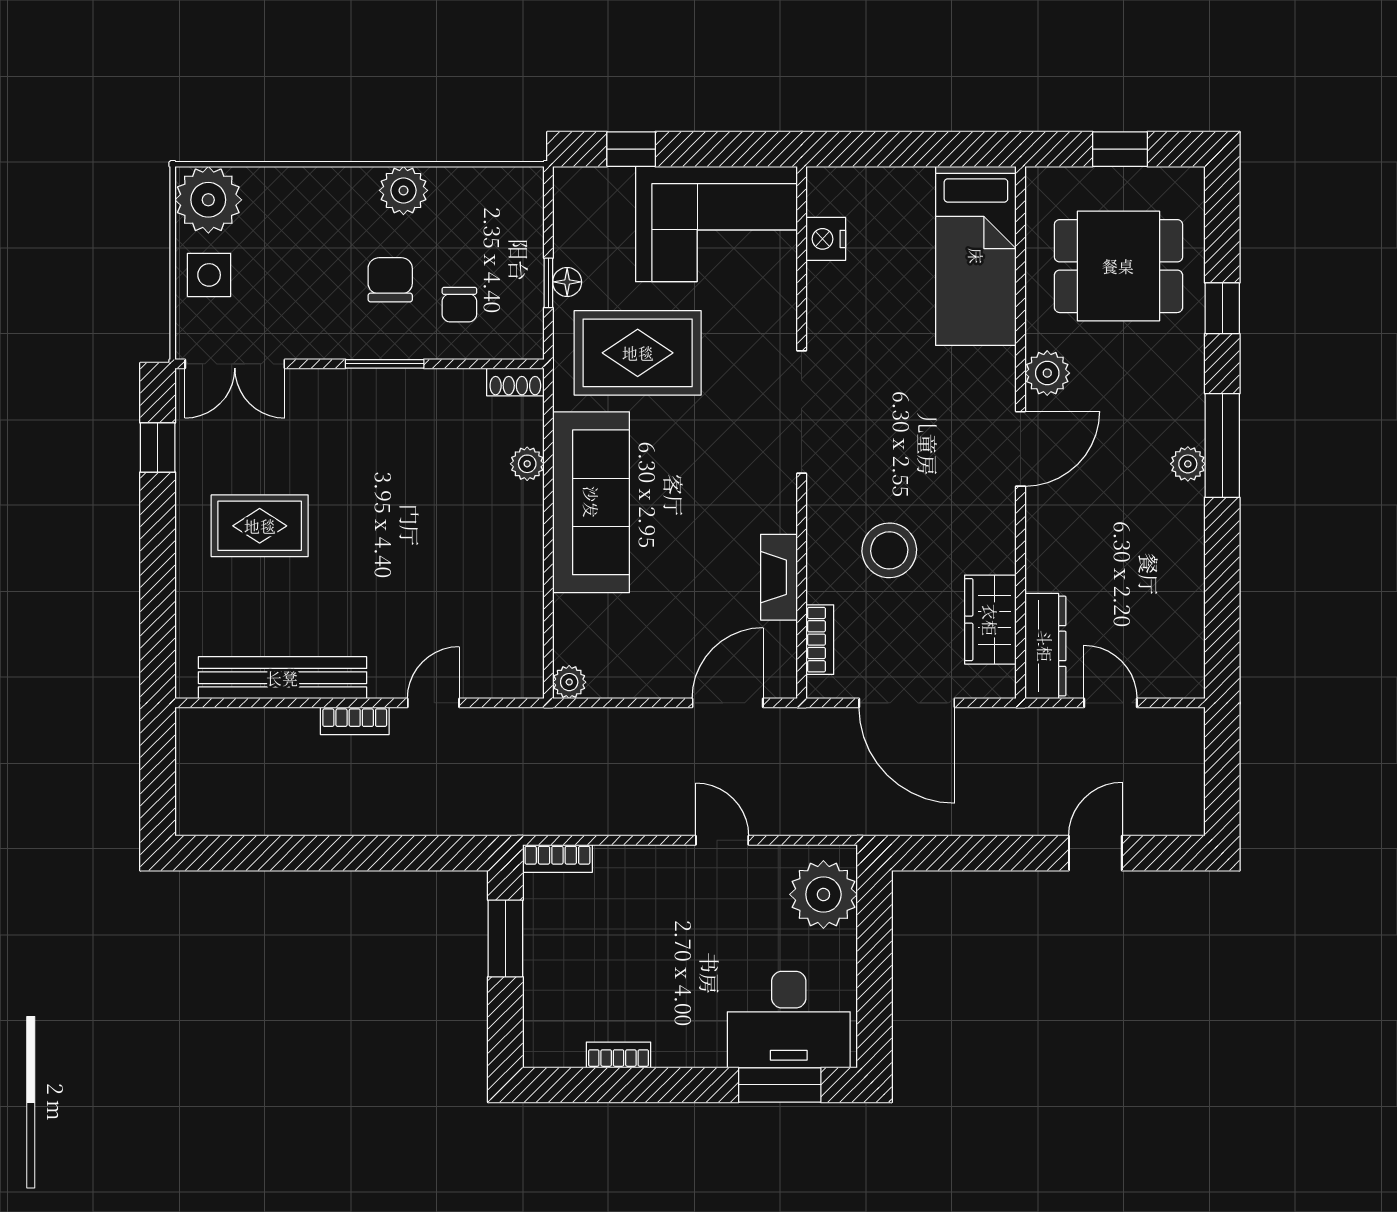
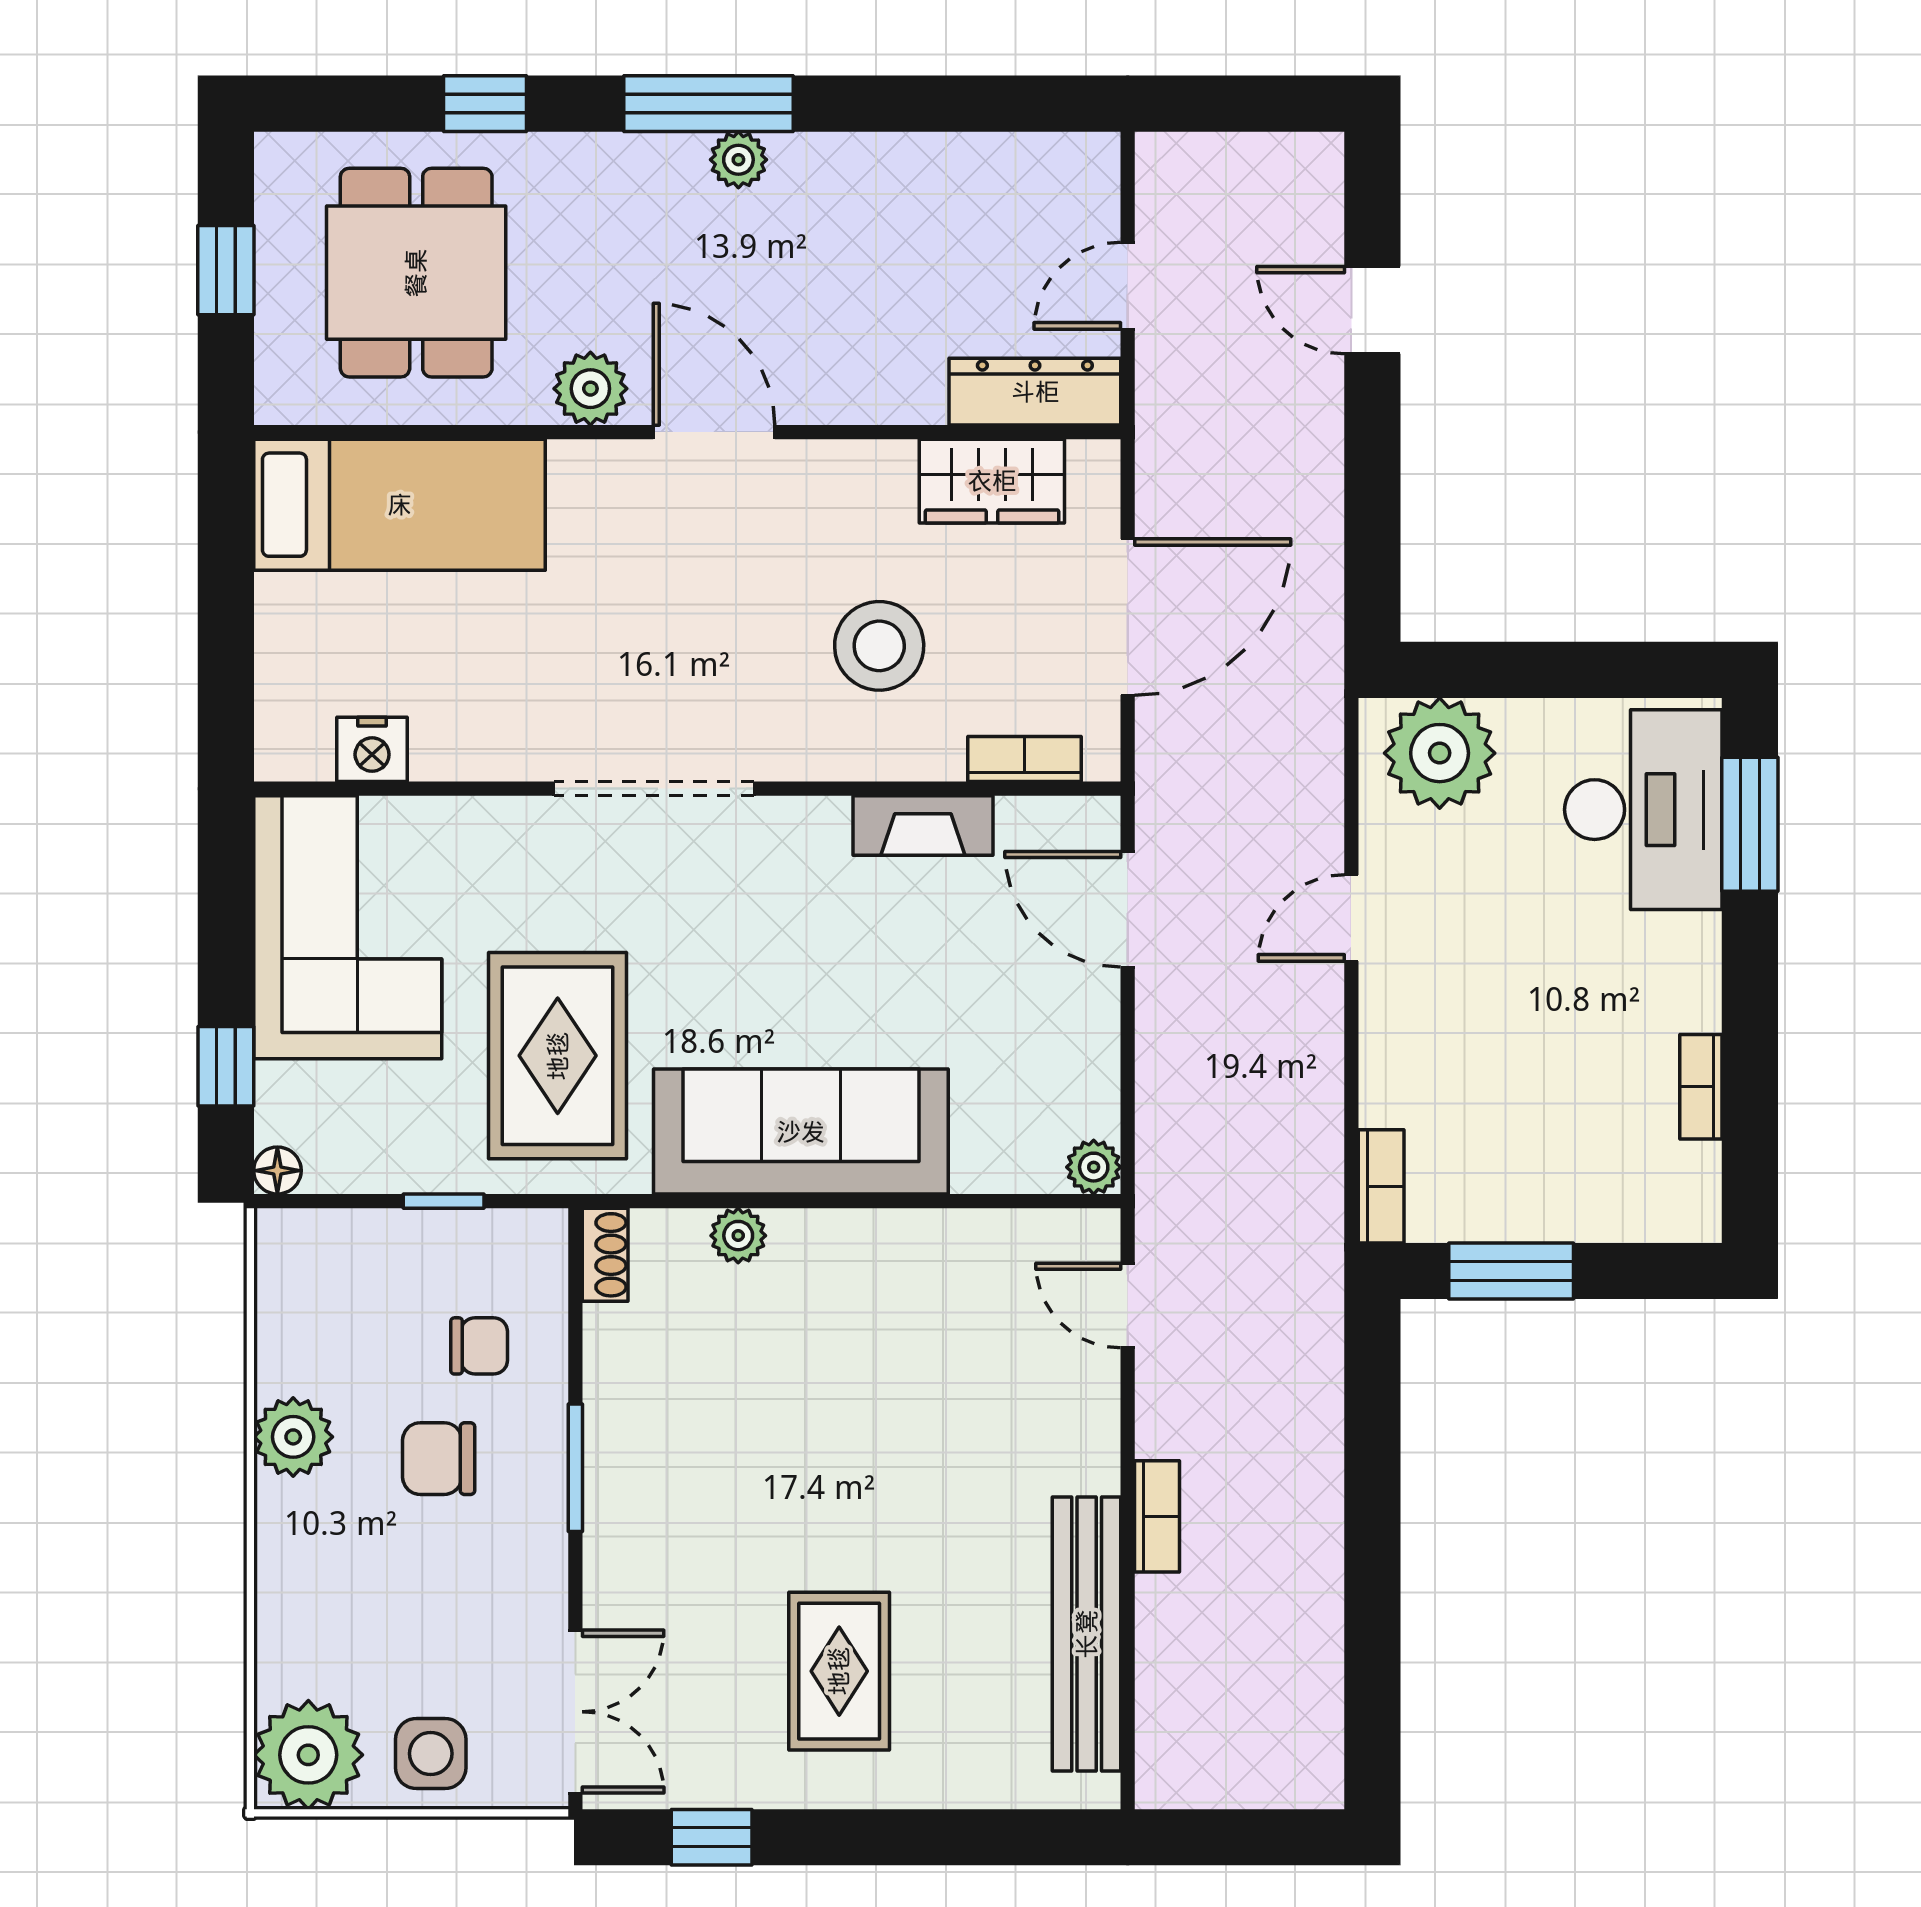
floor lamp: (567, 282) -> (277, 1171), moved
door: (433, 703) -> (1128, 1306), moved

